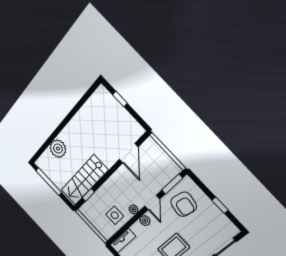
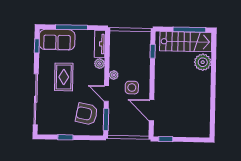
window: (120, 99) -> (166, 139), moved
stairs: (84, 180) -> (186, 42), moved, turned 90
side table: (115, 215) -> (132, 88), moved
plant: (145, 221) -> (100, 64), moved

